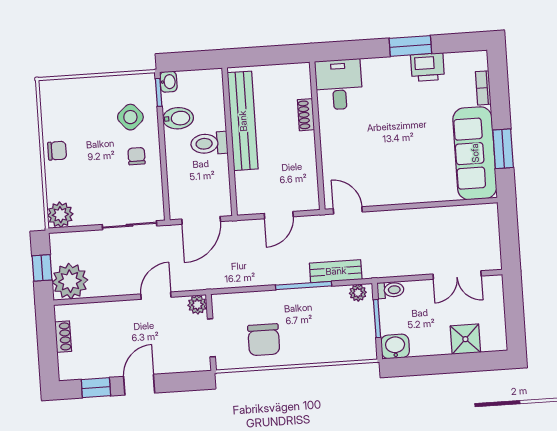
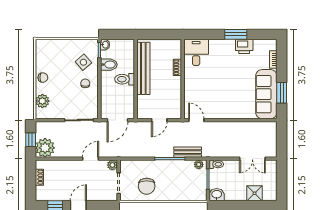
plant: (60, 215) -> (42, 101), moved

